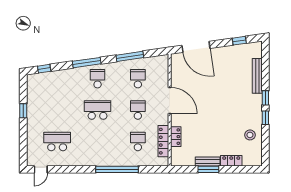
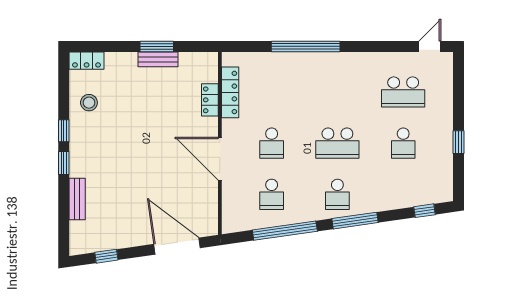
window: (130, 56) -> (285, 231), width x1.46
bench: (257, 76) -> (77, 199), width x0.73
school desk: (138, 141) -> (403, 143), moved
locker: (231, 161) -> (87, 61), moved

